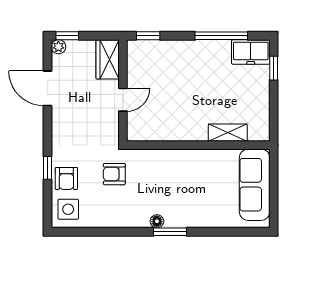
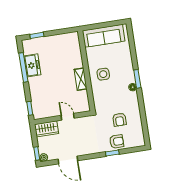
freezer: (251, 52) -> (32, 65), moved
door: (48, 88) -> (68, 160), hinge flipped
shelving: (228, 133) -> (81, 79), moved
armchair: (114, 174) -> (119, 120), moved
side table: (68, 209) -> (103, 74), moved

